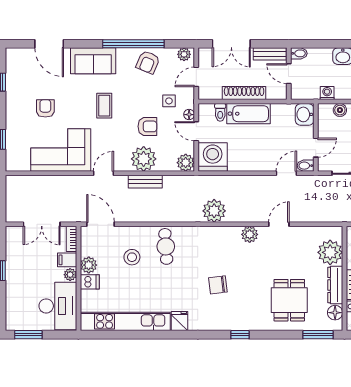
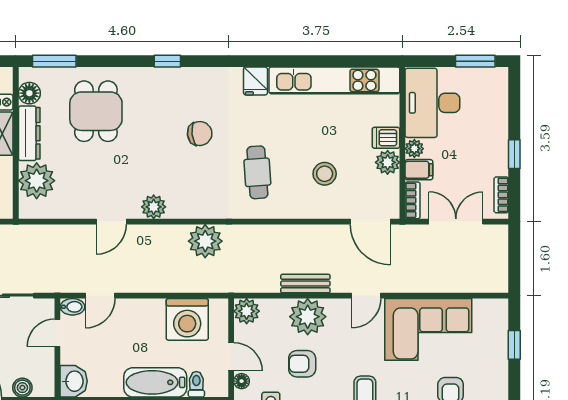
washing machine: (213, 157) -> (187, 319), moved
bookcase: (10, 243) -> (501, 195), added
cafe table: (166, 246) -> (257, 172), moved

